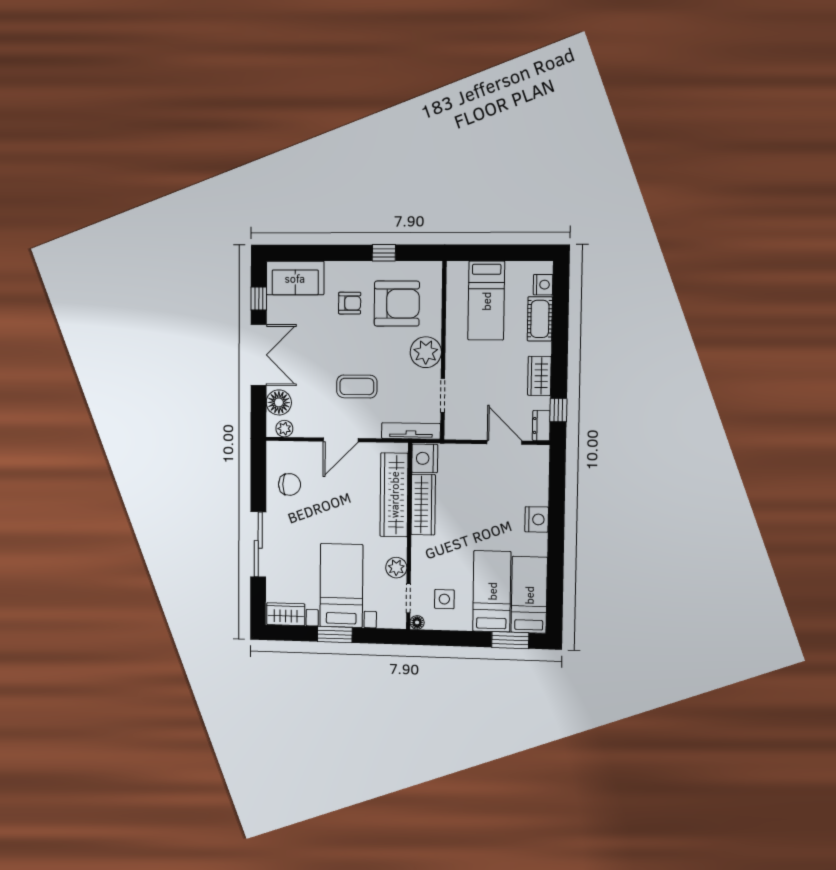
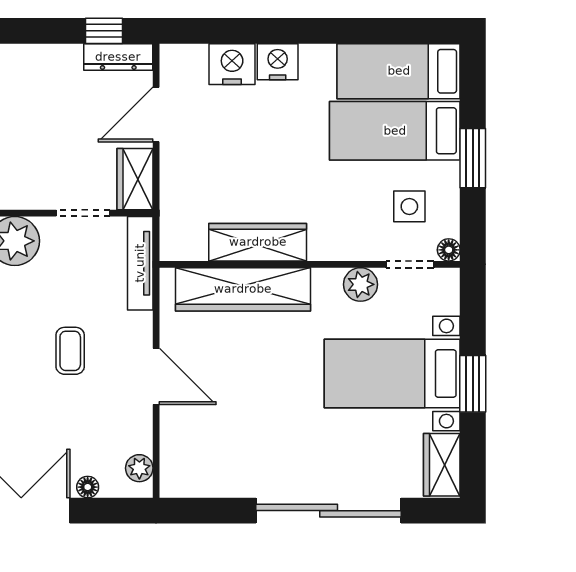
wardrobe: (539, 376) -> (135, 179), moved, turned 90
coffee table: (357, 386) -> (70, 351), width x0.73, depth x0.77
floor lamp: (279, 402) -> (88, 487), width x0.53, depth x0.53
dresser: (541, 426) -> (118, 57), width x1.44
nightstand: (425, 458) -> (232, 64), moved, turned 180
chair: (290, 484) -> (230, 459), removed
sliding door: (258, 544) -> (329, 511), width x1.36
window: (510, 640) -> (473, 158), moved

